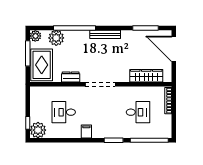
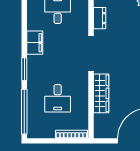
wardrobe: (146, 76) -> (101, 93), moved
filing cabinet: (86, 131) -> (35, 43), width x2.00

